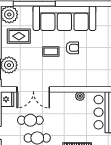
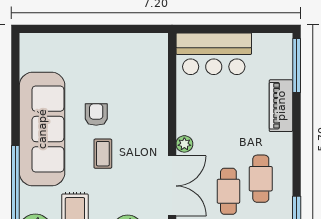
plant: (80, 96) -> (184, 144), moved

